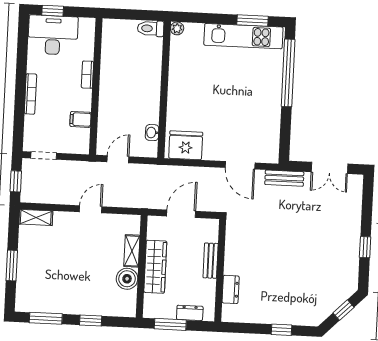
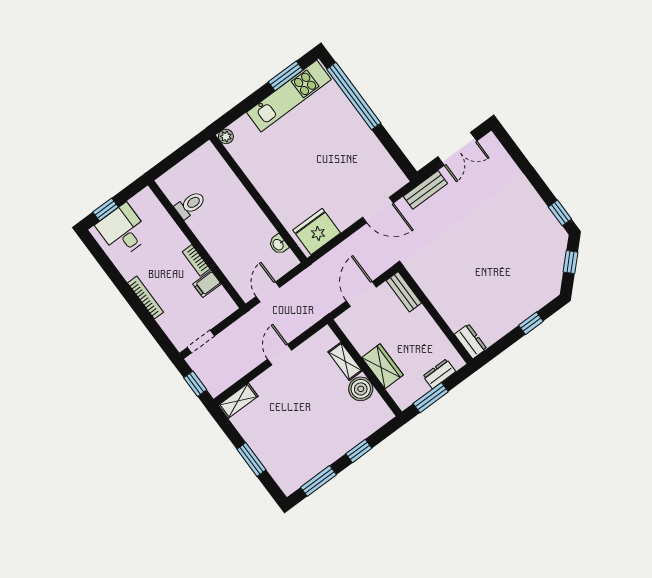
toilet: (151, 28) -> (190, 205), moved, turned 180
desk: (53, 35) -> (123, 231), width x0.73
bookcase: (87, 75) -> (196, 260), moved
window: (365, 247) -> (560, 213), moved
bench: (211, 261) -> (404, 292), moved
wardrobe: (155, 267) -> (383, 366), width x0.67
dresser: (231, 289) -> (471, 341), moved

